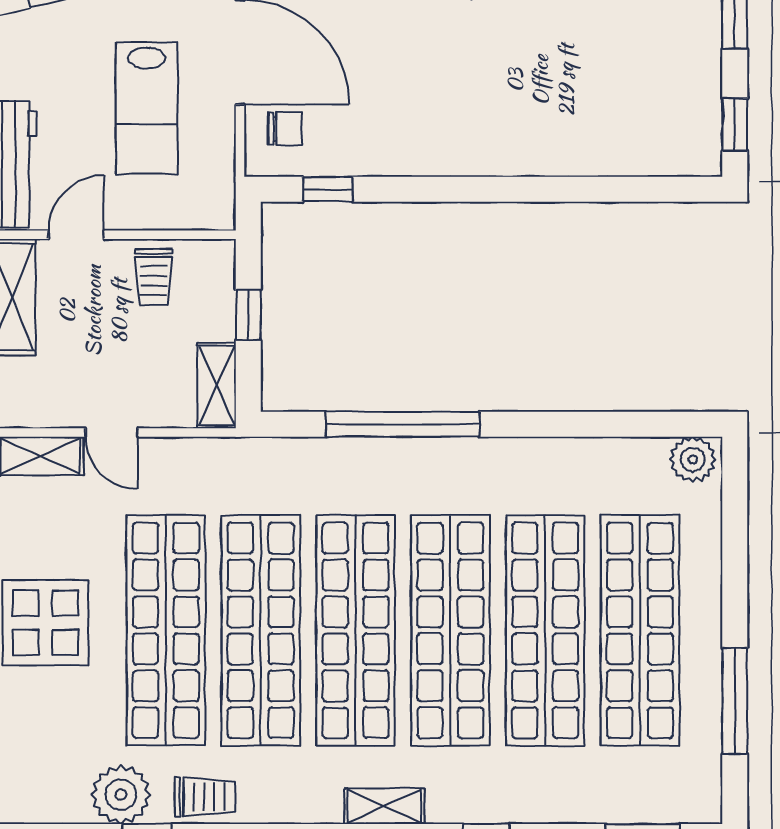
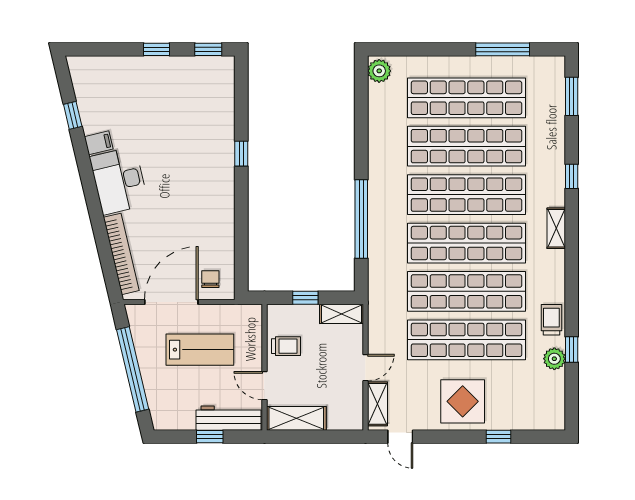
window: (328, 189) -> (241, 154), moved
plant: (121, 795) -> (554, 359), width x0.73, depth x0.73

